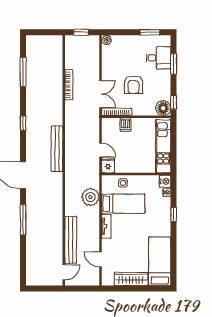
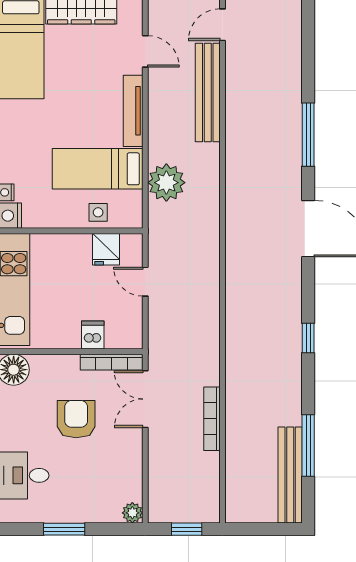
window: (150, 32) -> (64, 529), moved
bench: (57, 149) -> (290, 475), moved
fridge: (108, 165) -> (106, 249), moved
tv unit: (106, 226) -> (133, 111), width x1.41

